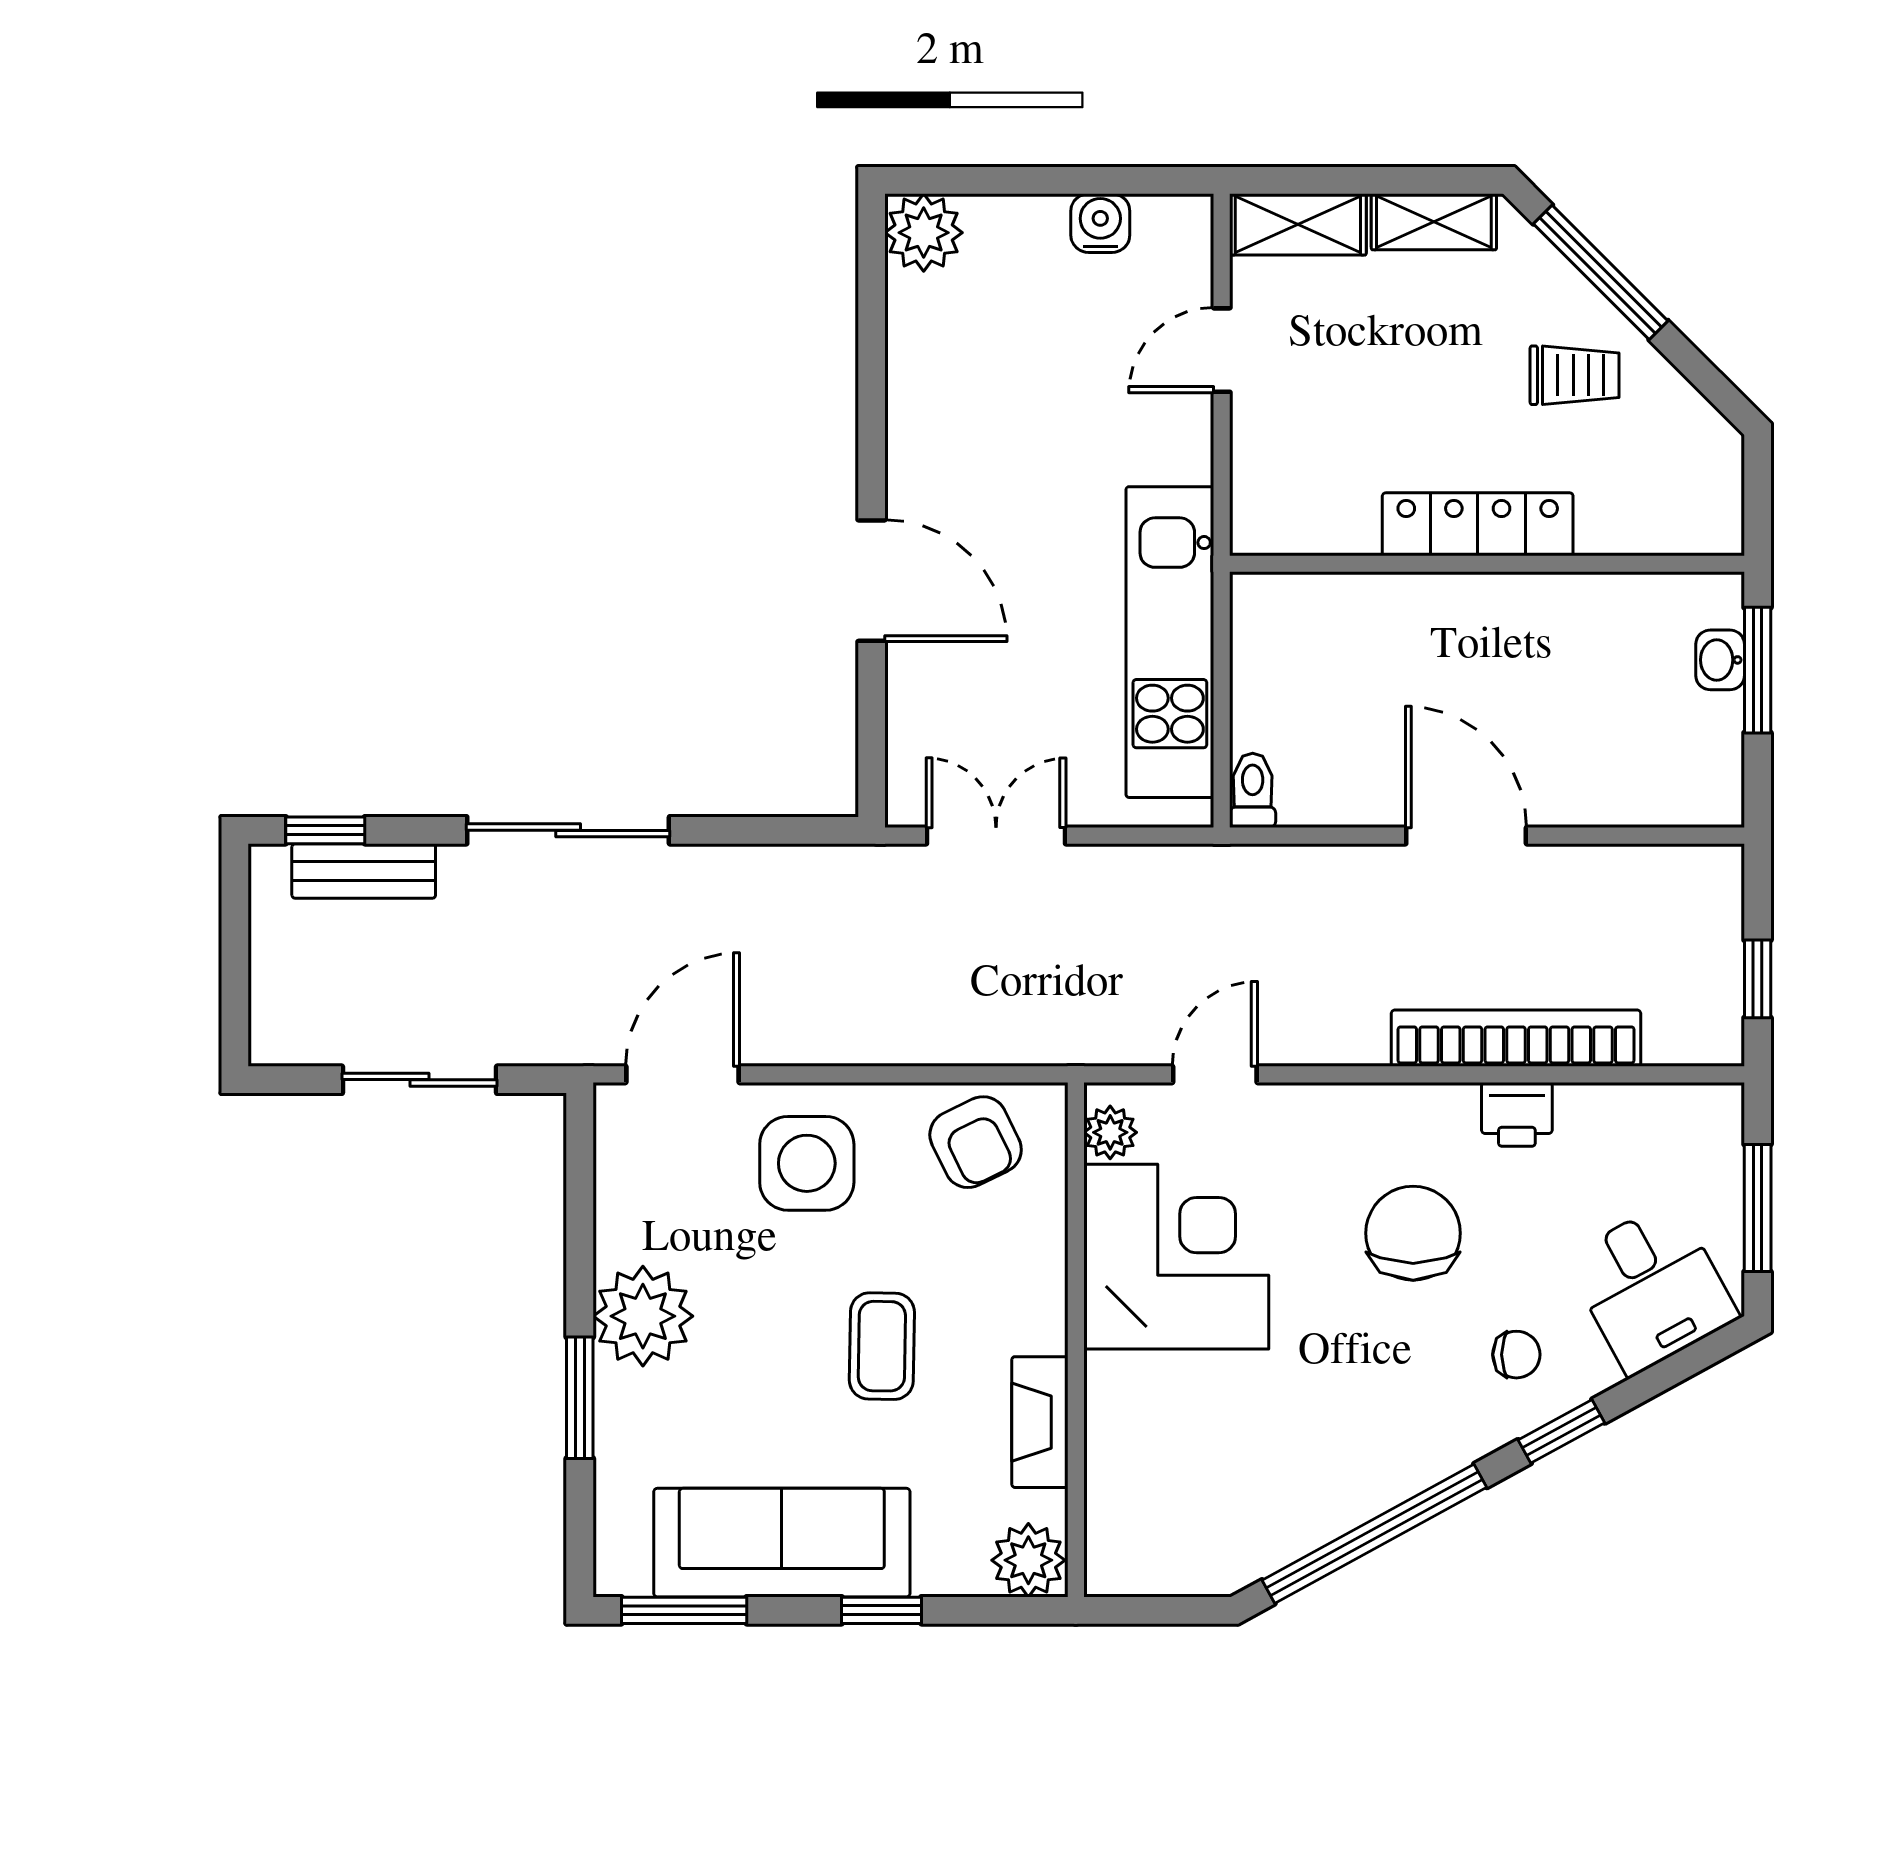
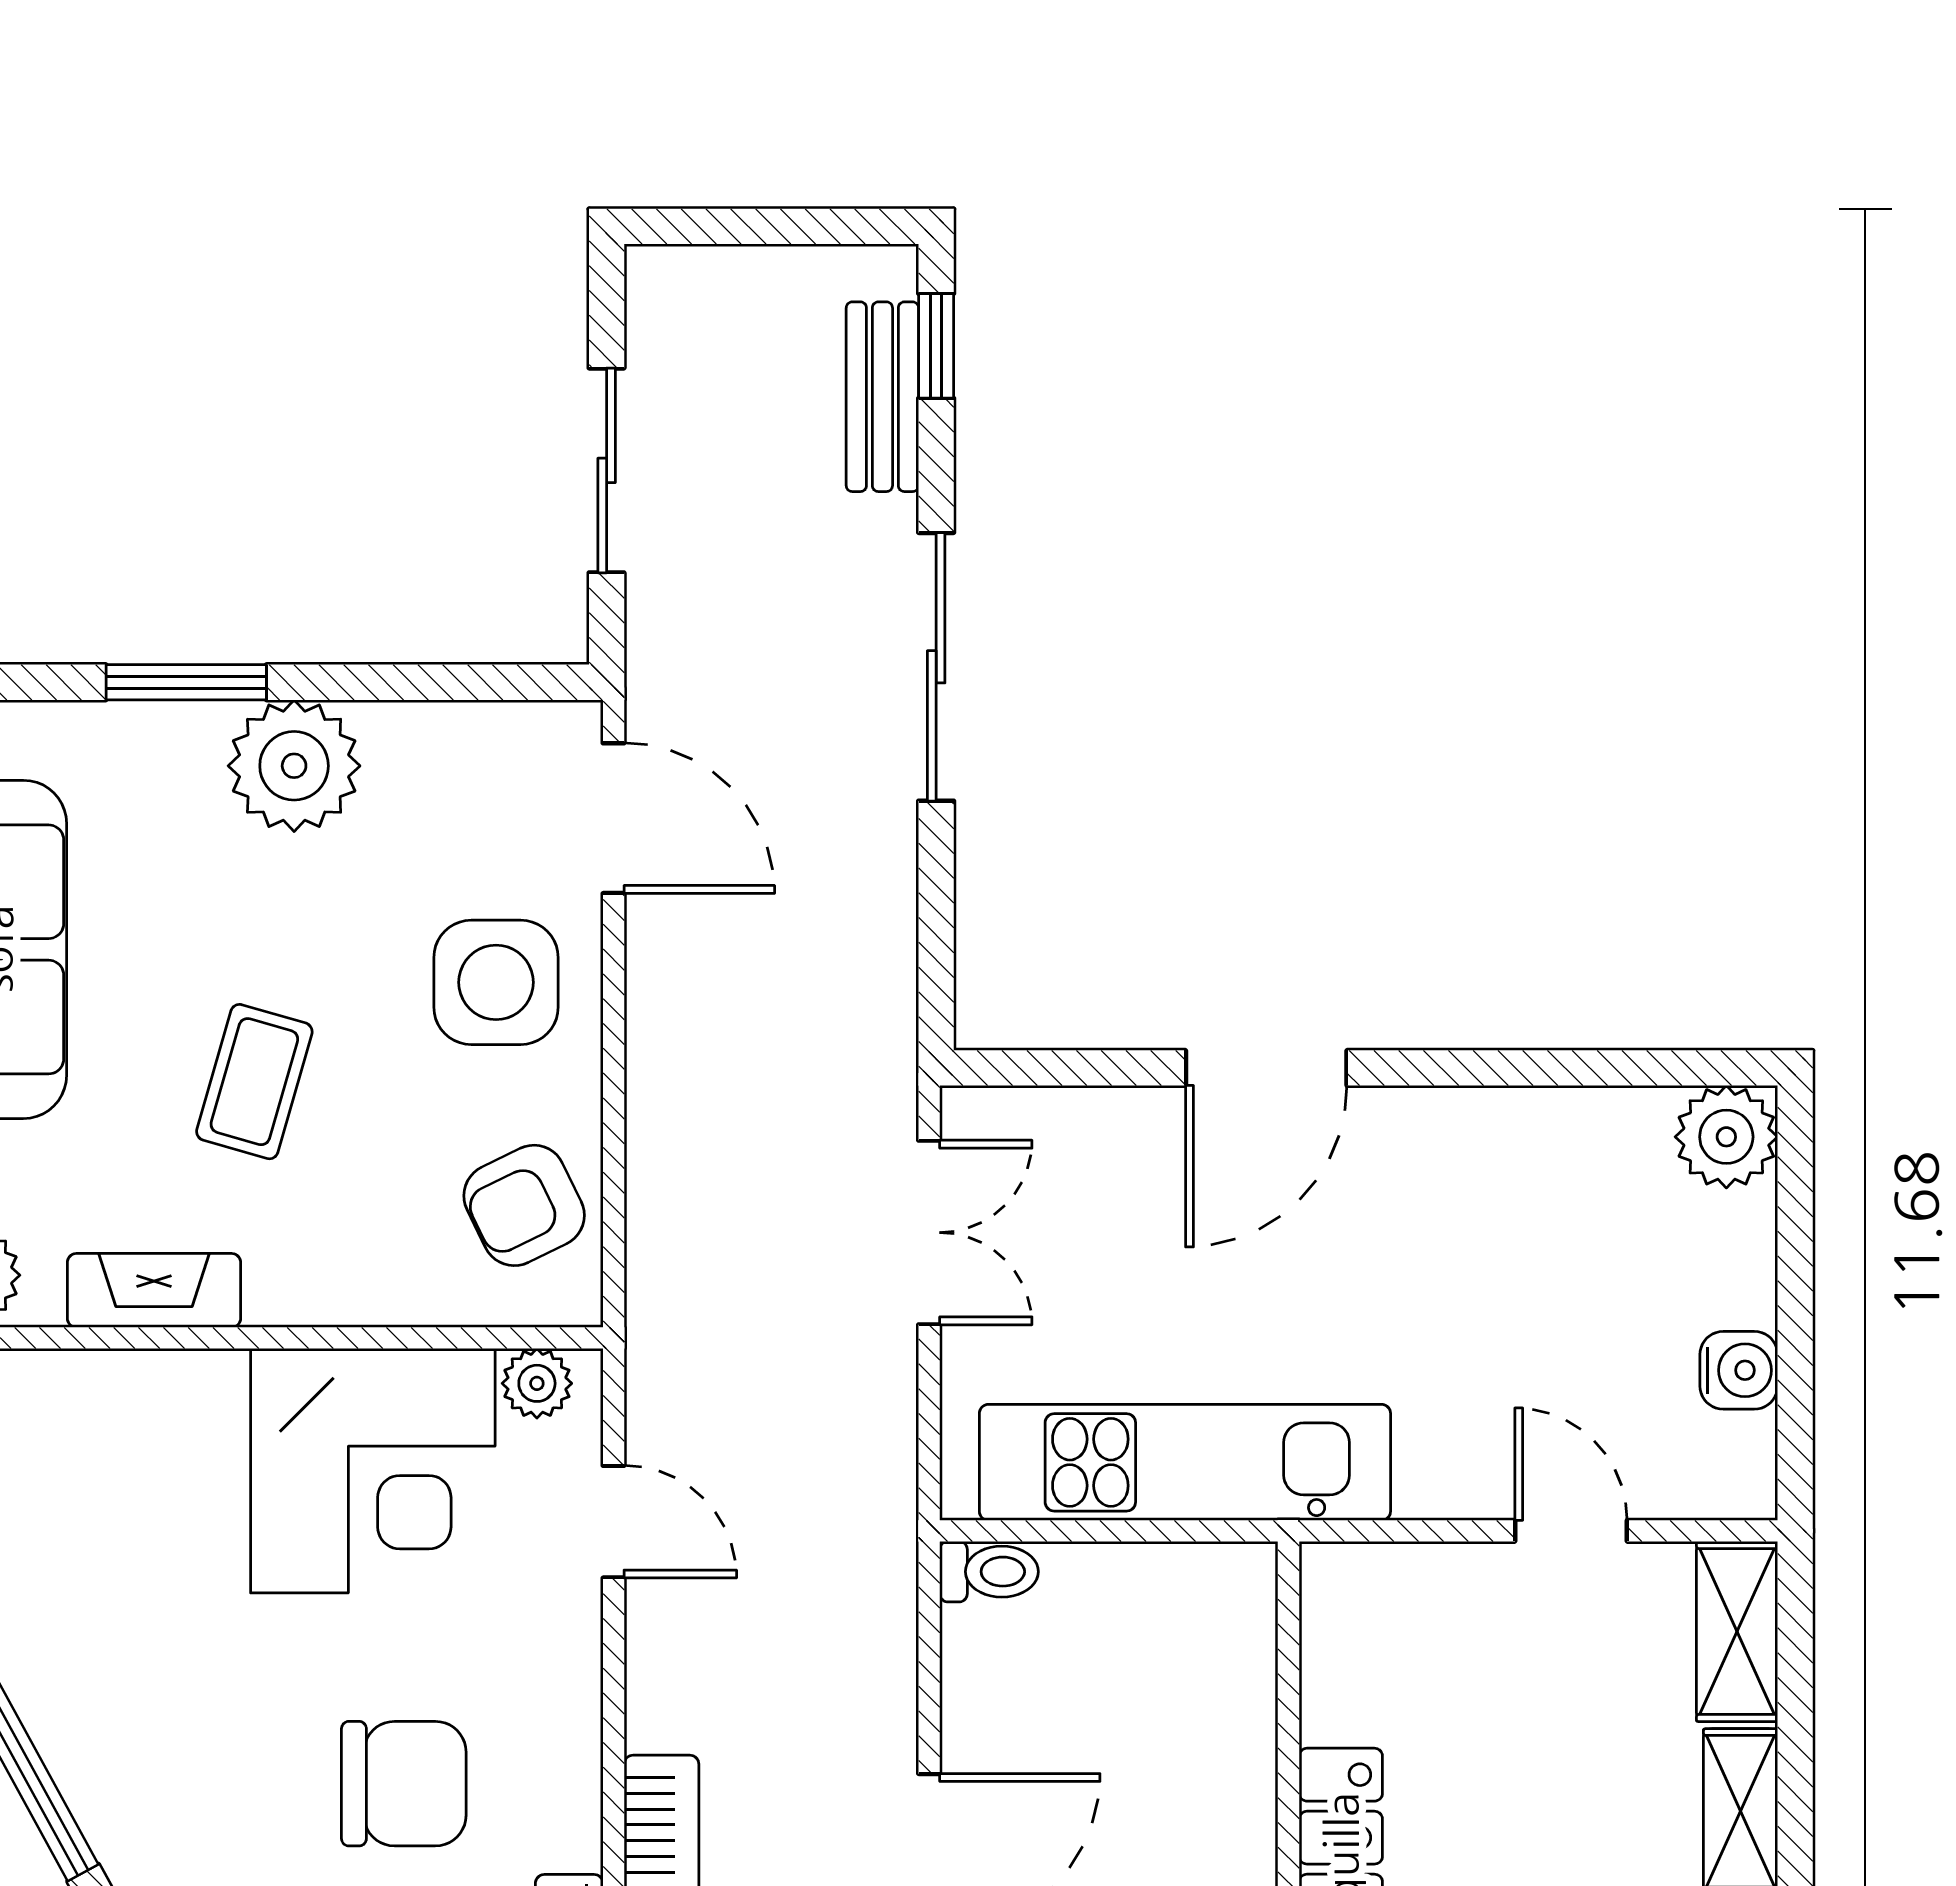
coffee table: (882, 1346) -> (254, 1082), turned -75

